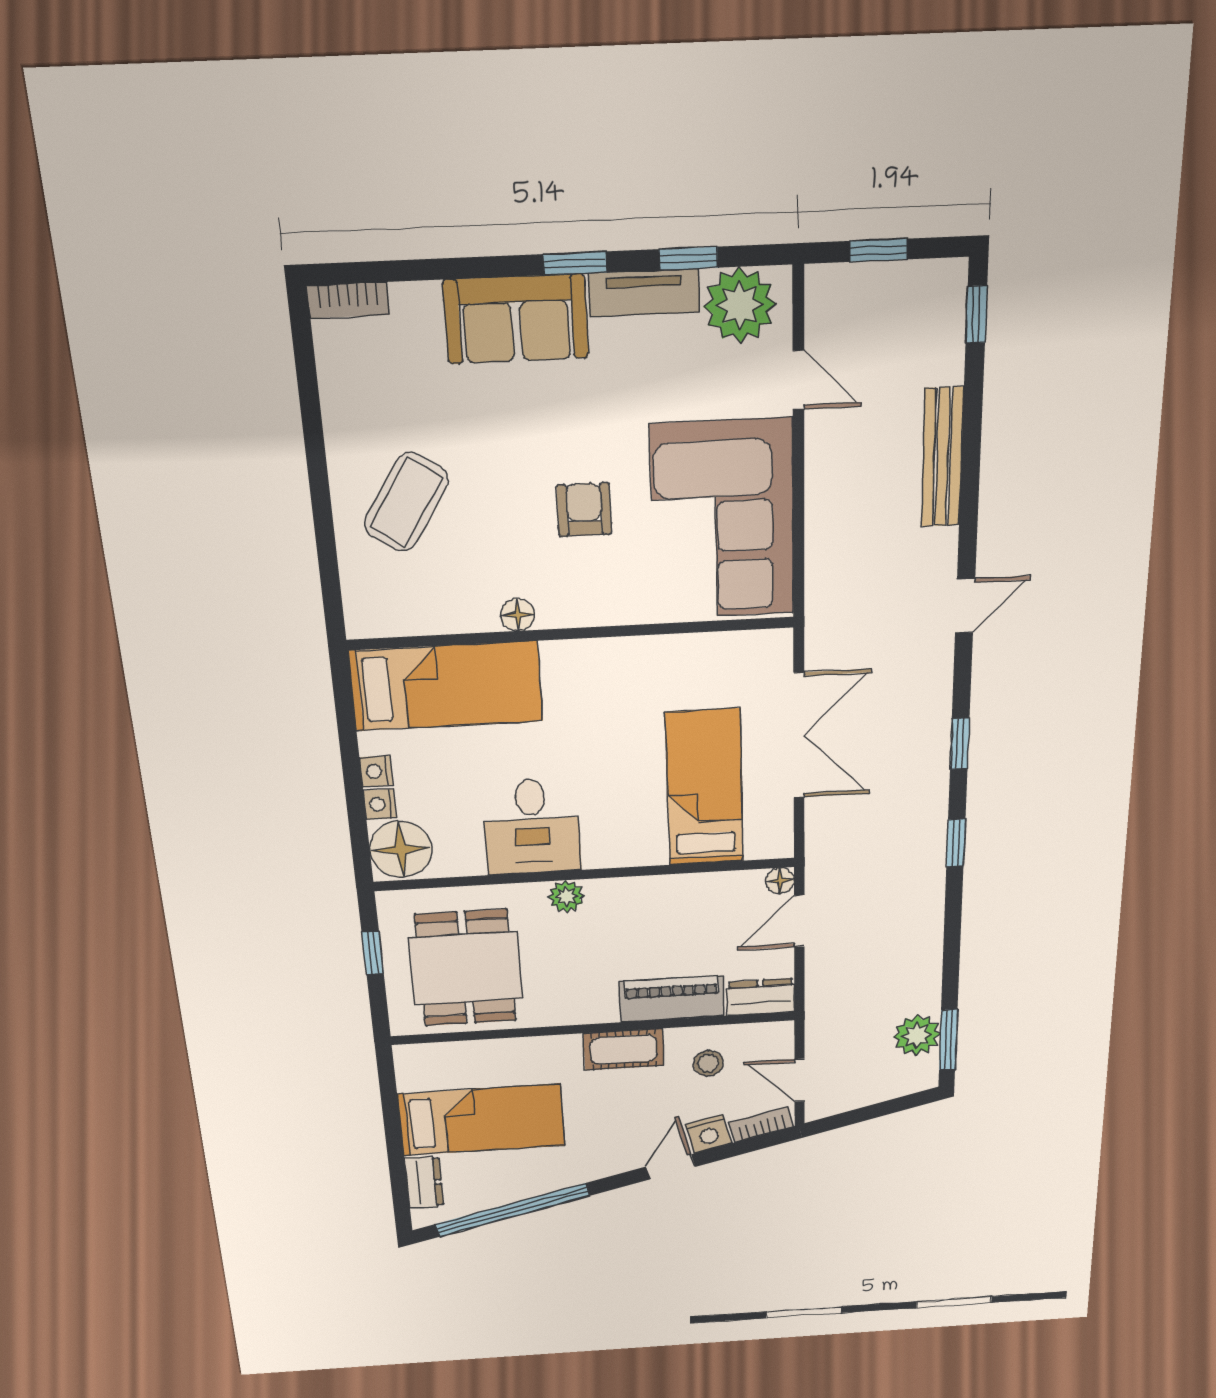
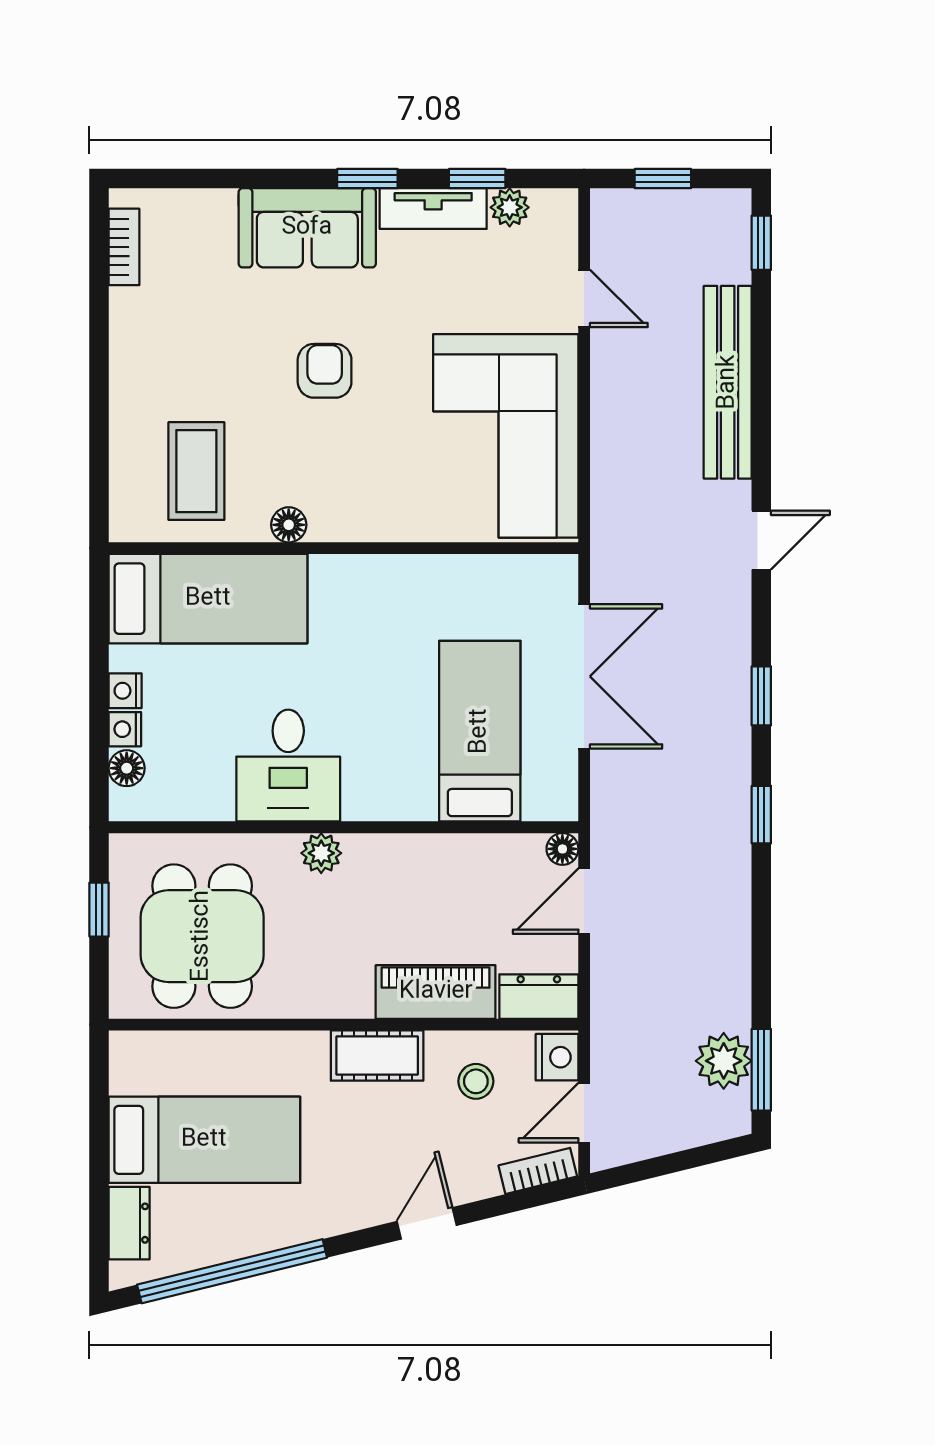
bookcase: (348, 300) -> (124, 247), moved, turned -90
plant: (740, 305) -> (510, 207), width x0.53, depth x0.53
bench: (942, 457) -> (728, 382), width x1.37, depth x1.21
coffee table: (406, 502) -> (196, 471), moved, turned -33
armchair: (584, 510) -> (325, 371), moved
floor lamp: (401, 849) -> (127, 768), width x0.53, depth x0.53
door: (799, 1080) -> (584, 1113), hinge flipped
nightstand: (709, 1134) -> (557, 1057), moved, turned -76

